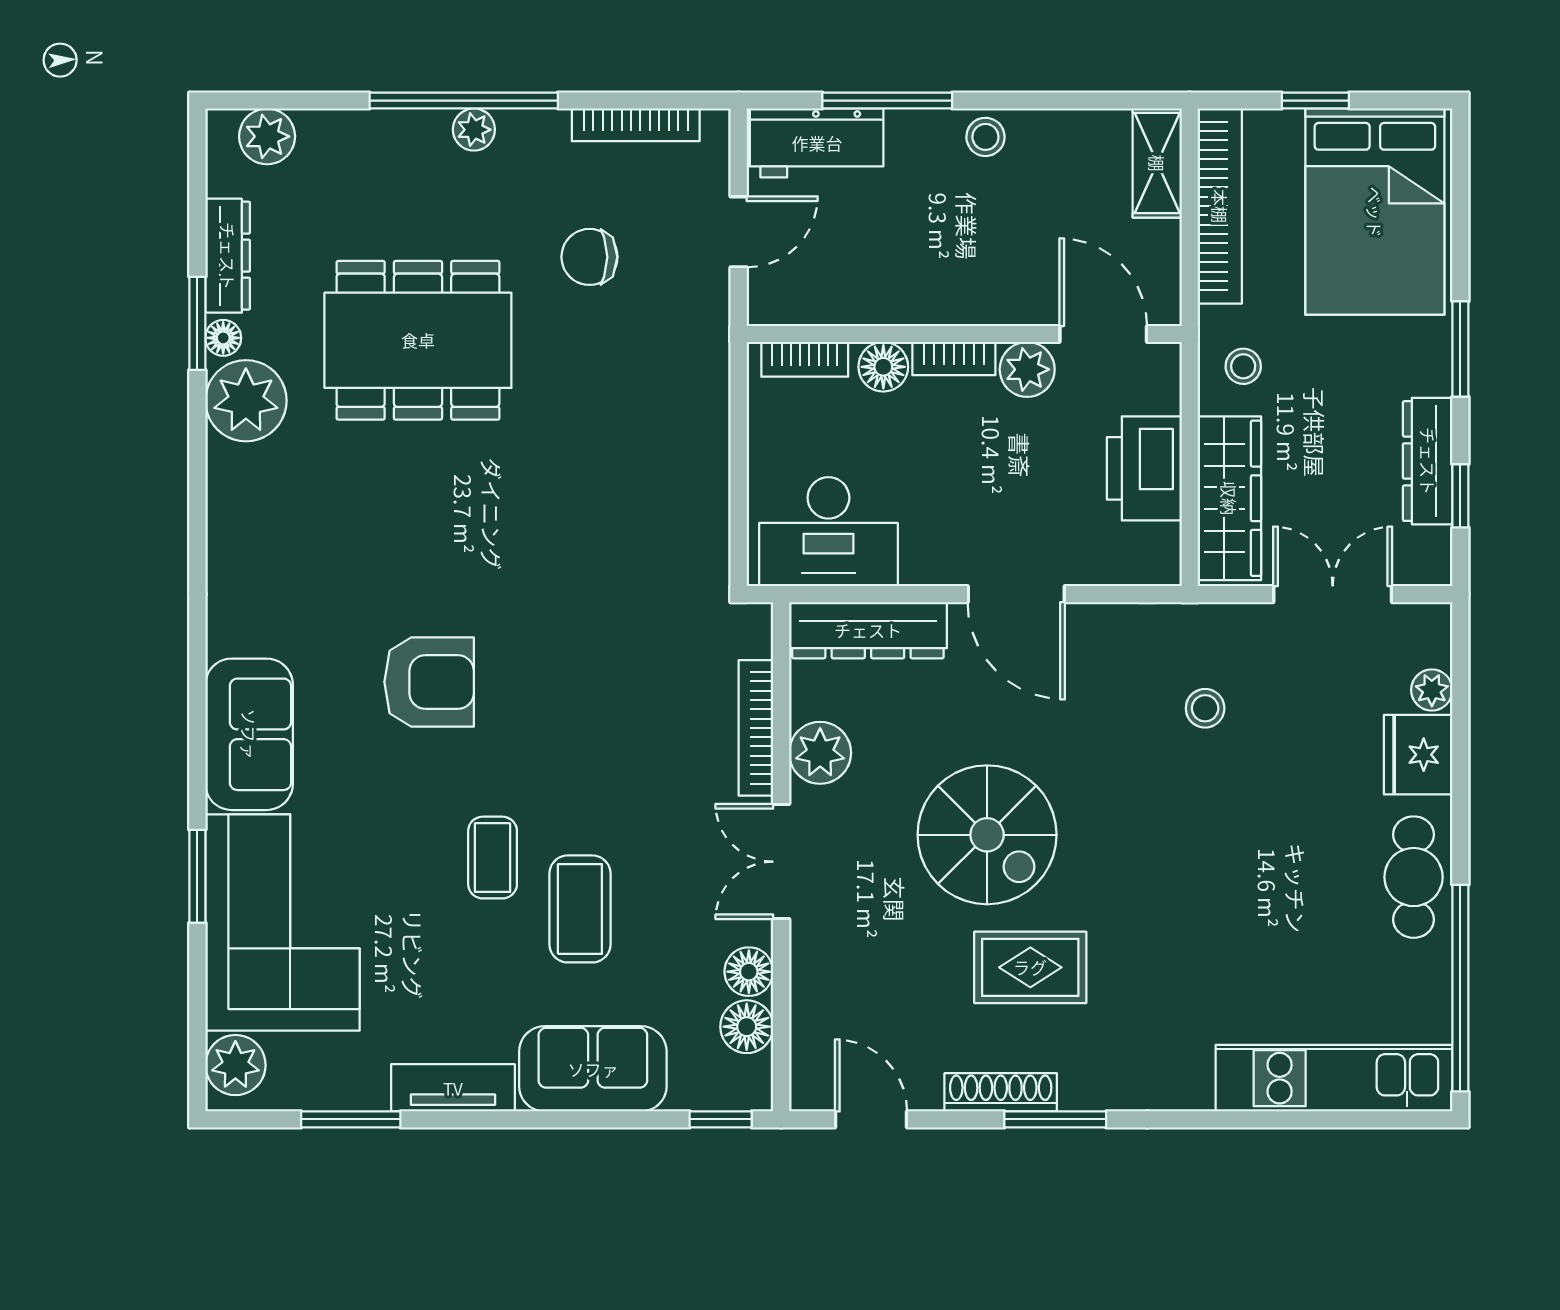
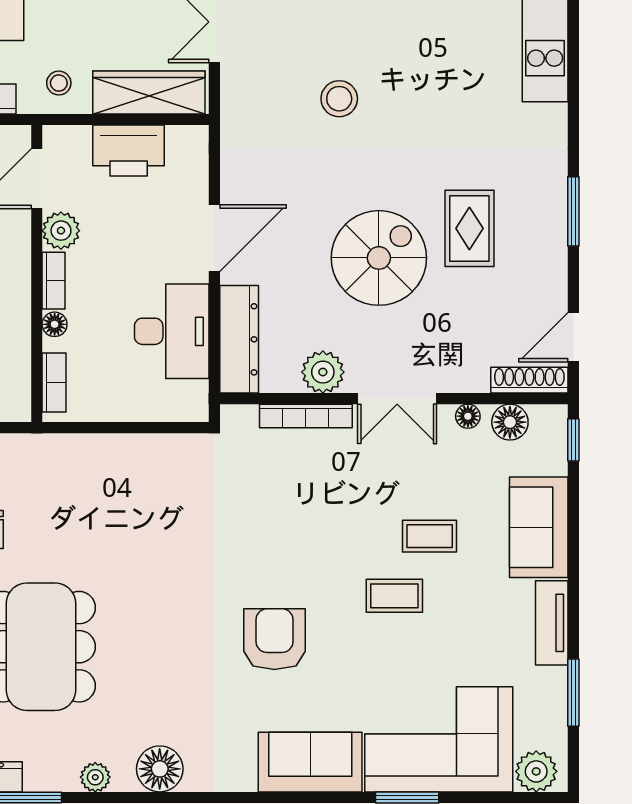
floor lamp: (223, 338) -> (160, 769), moved, width x1.89, depth x1.89
floor lamp: (883, 367) -> (55, 324), width x0.73, depth x0.73
plant: (246, 401) -> (95, 777), width x0.53, depth x0.53
desk: (828, 532) -> (172, 331), moved
stool: (1205, 708) -> (339, 99), moved, width x1.37, depth x1.37
coffee table: (580, 909) -> (430, 536), width x0.73, depth x0.77
floor lamp: (749, 972) -> (468, 416), width x0.73, depth x0.73
shoe rack: (1001, 1092) -> (529, 380), moved, turned 90

